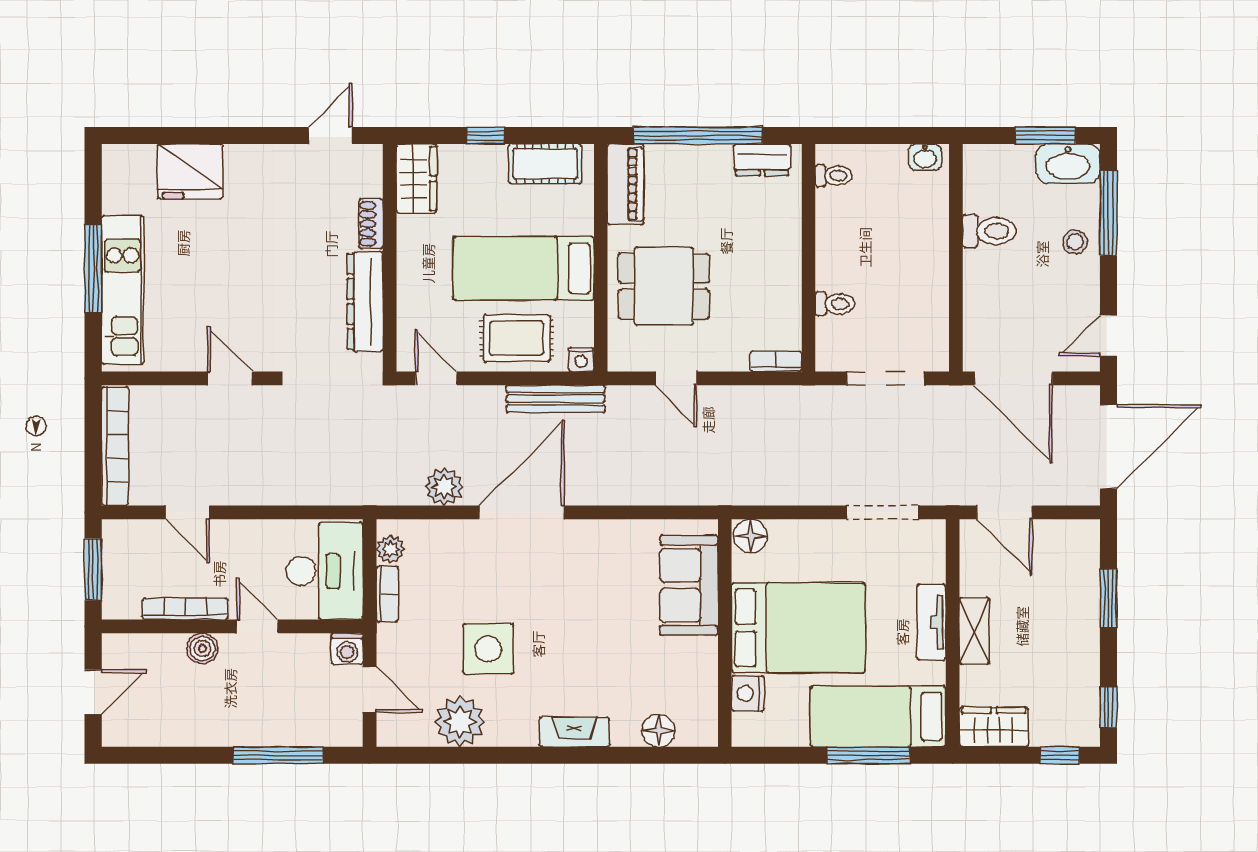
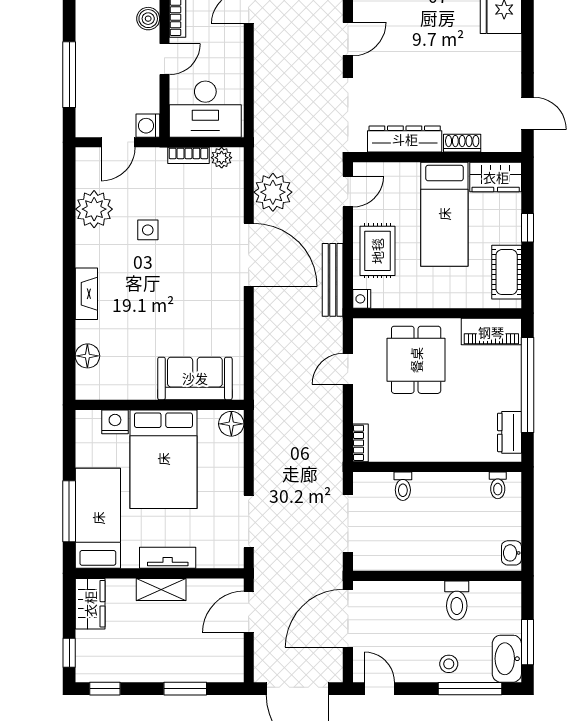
bed: (523, 268) -> (444, 214), moved, turned 180
plant: (444, 487) -> (273, 192), width x1.36, depth x1.36
side table: (488, 649) -> (148, 230), width x0.54, depth x0.54

